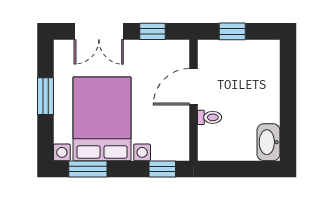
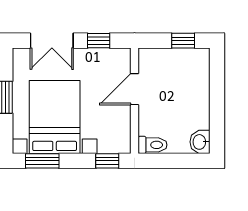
window: (232, 31) -> (183, 41), moved
toilet: (210, 117) -> (153, 145), moved, width x1.37, depth x1.39
washbasin: (268, 142) -> (200, 142), width x0.72

